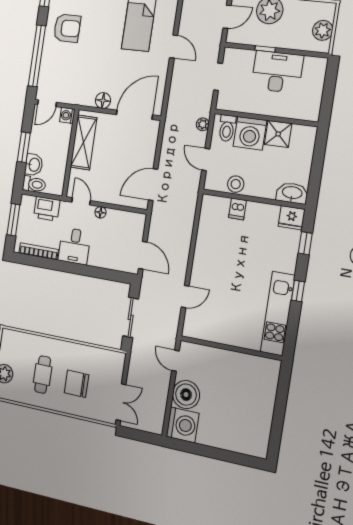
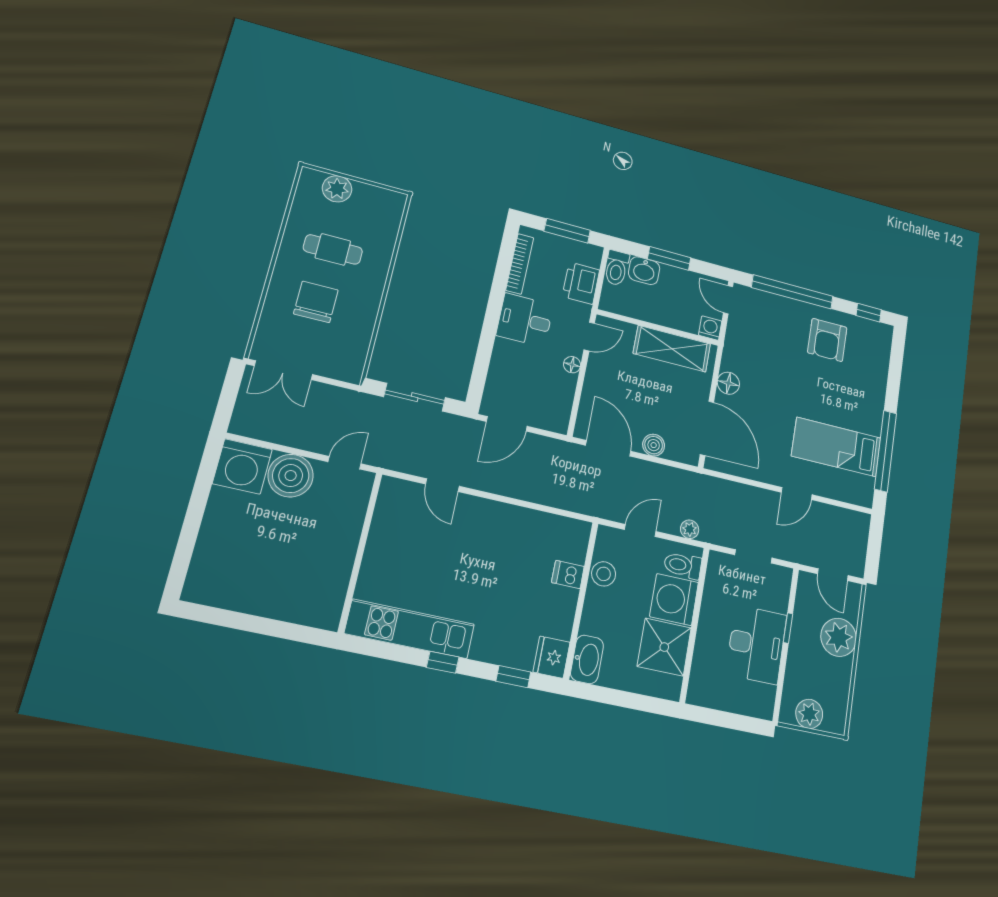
shower: (278, 134) -> (664, 647), width x1.36, depth x1.36
boiler: (149, 153) -> (654, 445), added

